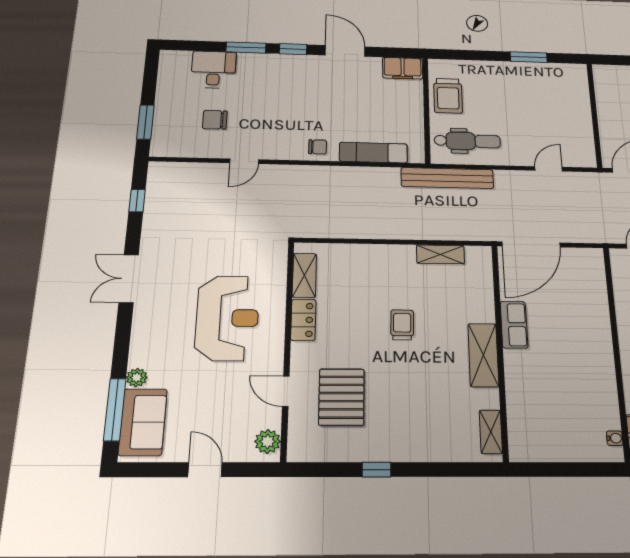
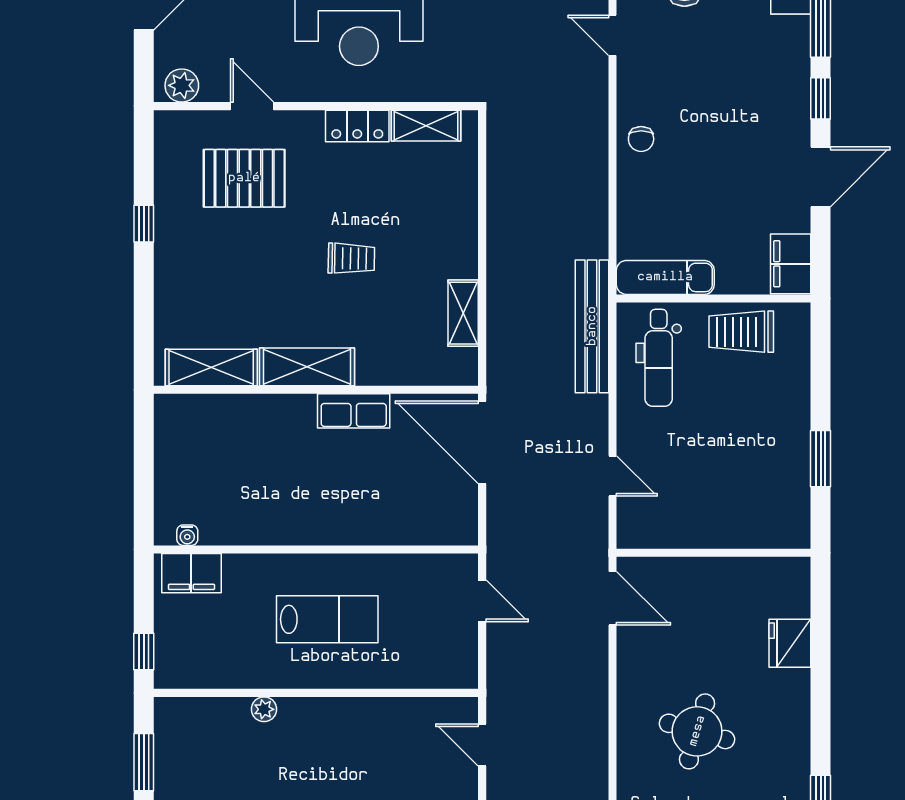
exam couch: (373, 153) -> (665, 277), moved, turned -90
door: (286, 391) -> (252, 106), hinge flipped
shelving: (491, 432) -> (211, 367), width x1.50, depth x1.33

